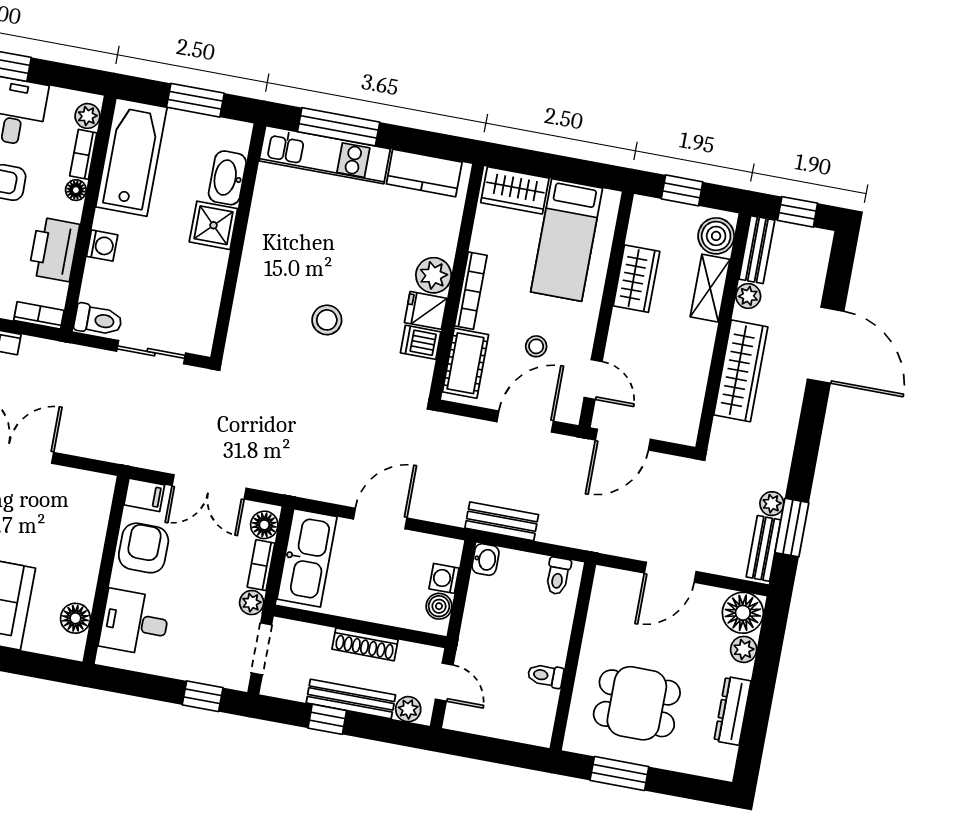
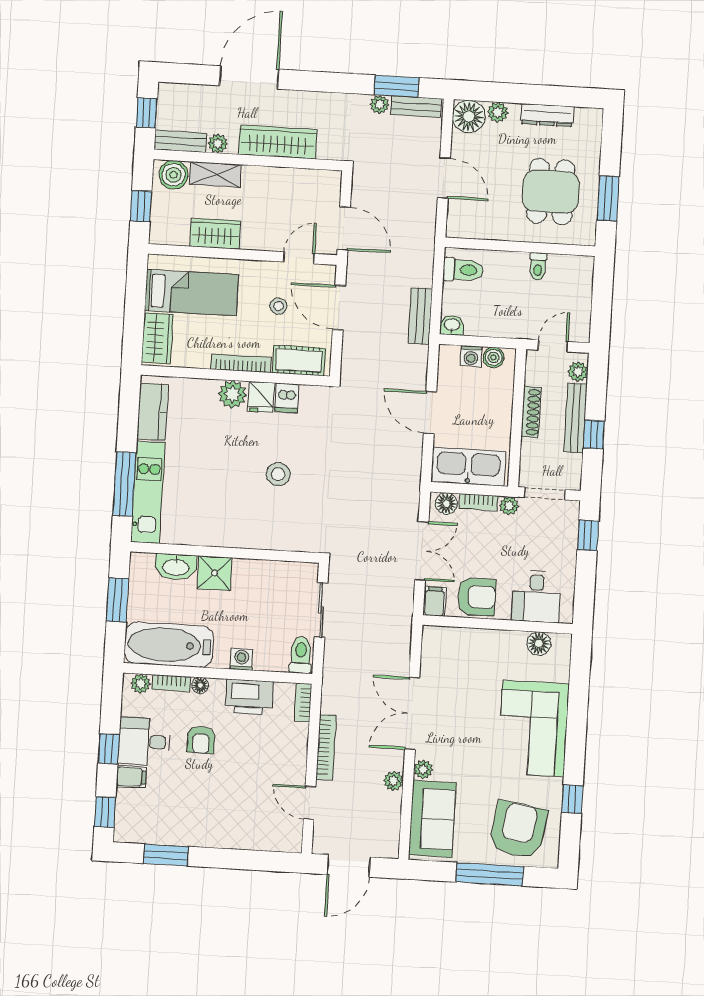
armchair: (144, 548) -> (477, 597), turned 180
toilet: (558, 576) -> (463, 270), width x1.37, depth x1.39

